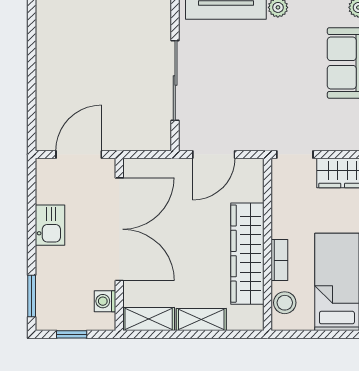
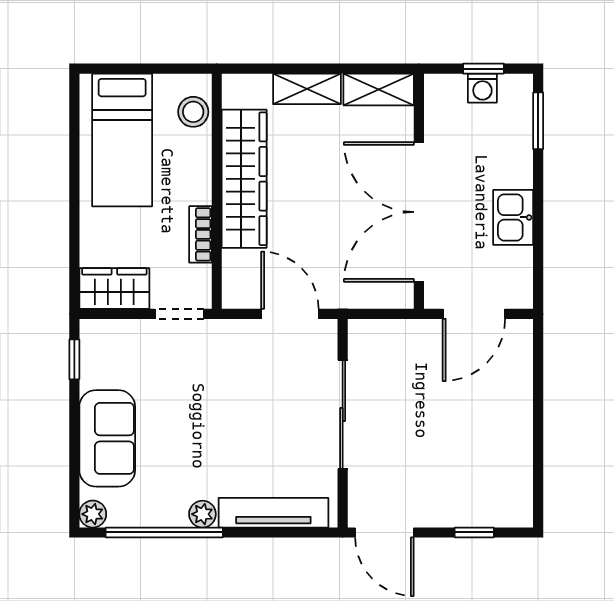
door: (214, 154) -> (290, 314), hinge flipped
bookcase: (279, 260) -> (200, 234), moved
washing machine: (105, 301) -> (482, 88), moved, turned 90

